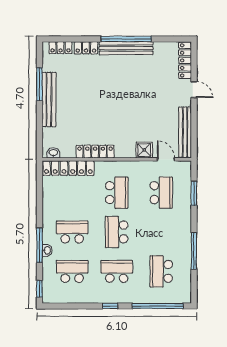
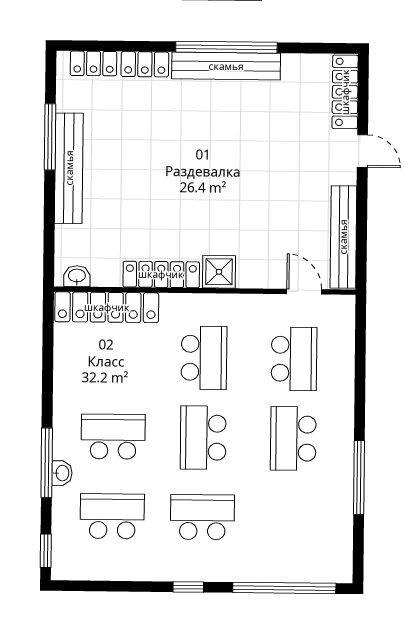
shower: (144, 150) -> (219, 272), moved
window: (194, 193) -> (360, 361), removed
school desk: (161, 271) -> (293, 438), moved

